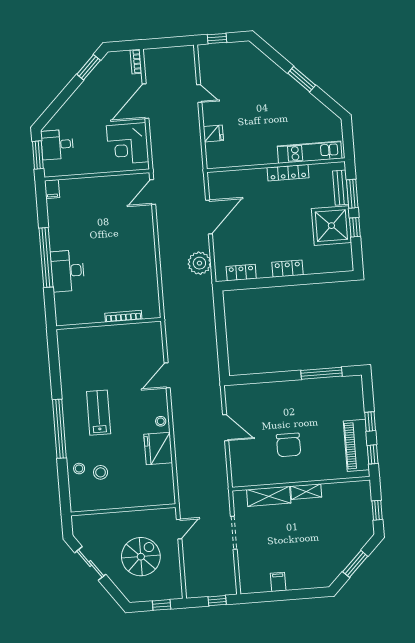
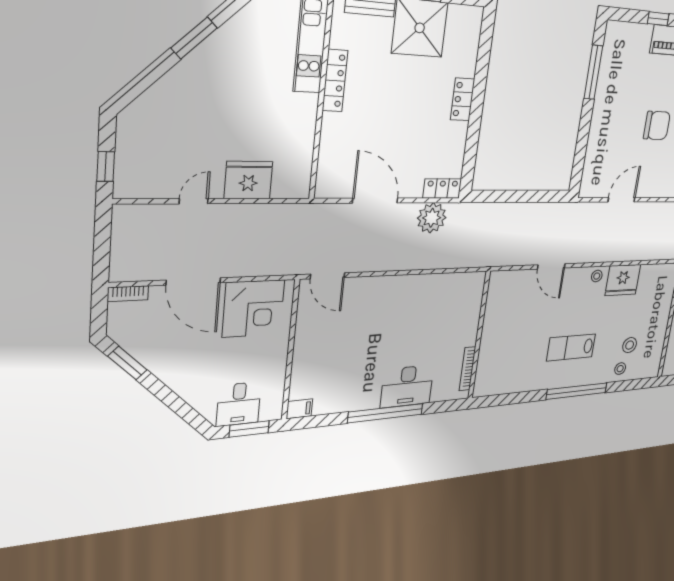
fridge: (213, 133) -> (248, 180), width x1.88, depth x1.34
locker: (241, 273) -> (442, 189), moved, turned 90
bookcase: (123, 316) -> (467, 369), moved

